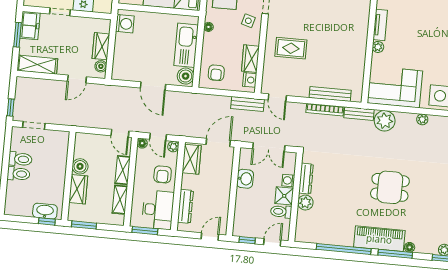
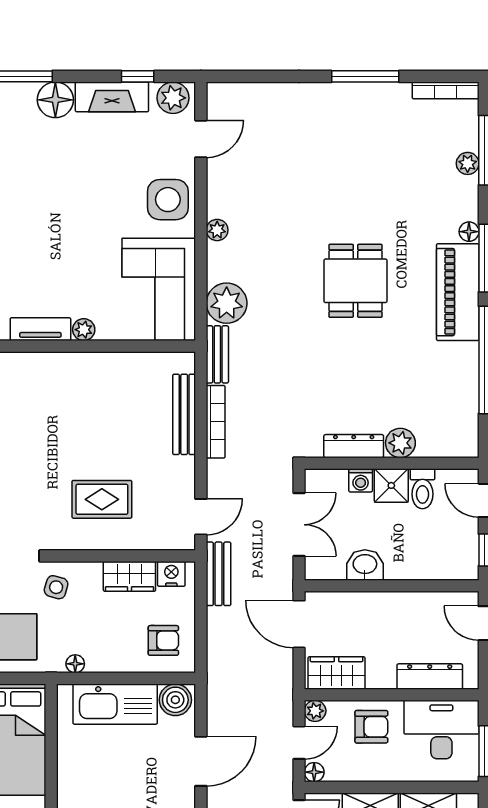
rug: (291, 48) -> (102, 499), turned 90

